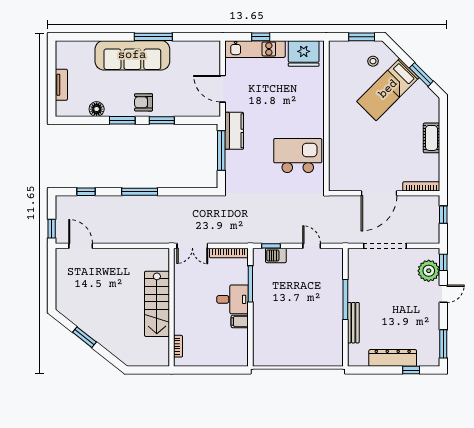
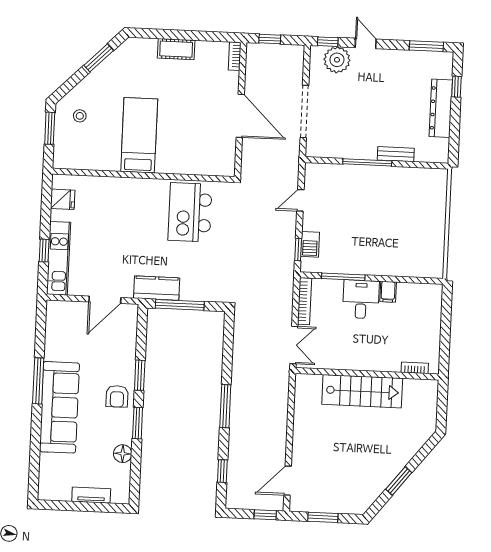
fridge: (304, 53) -> (63, 199), width x0.53, depth x0.75
bed: (388, 89) -> (139, 135), moved, turned -135
bookcase: (421, 186) -> (235, 56), width x0.64
window: (52, 276) -> (323, 517), added
bench: (353, 323) -> (396, 154), width x0.73

